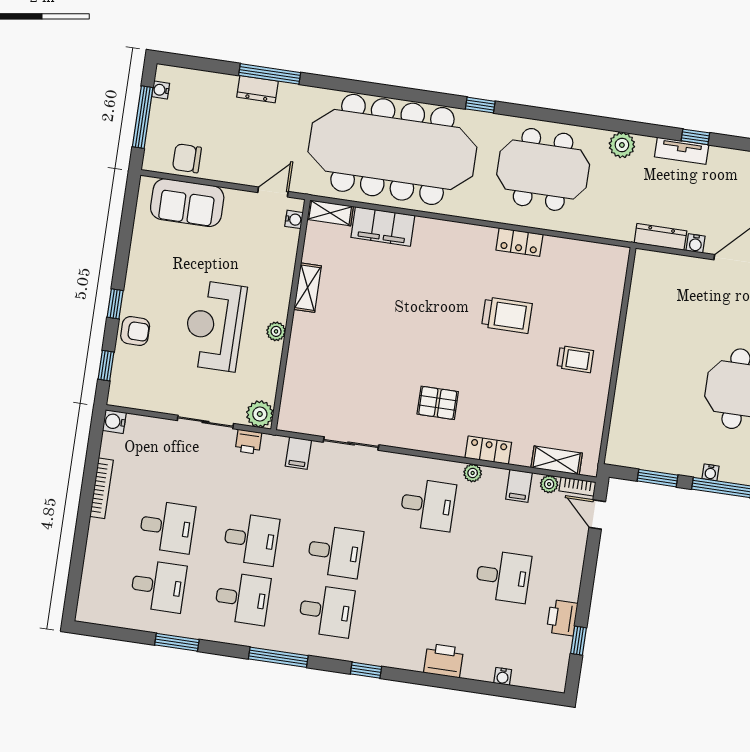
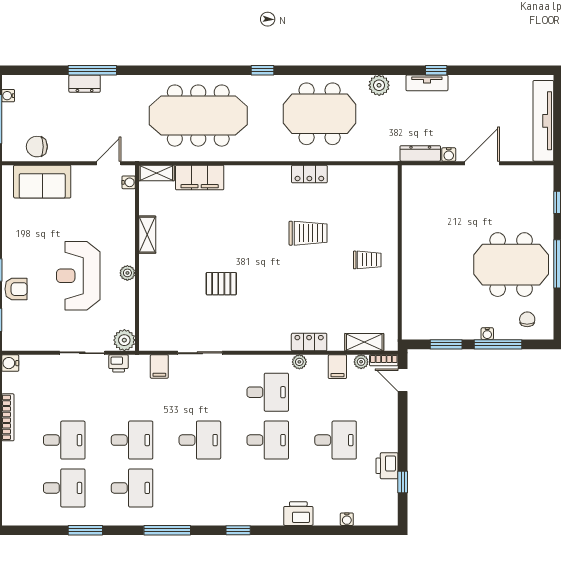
meeting table: (392, 149) -> (198, 116), width x0.73, depth x0.79
pallet: (438, 403) -> (221, 284), moved
desk: (326, 611) -> (268, 440), moved

